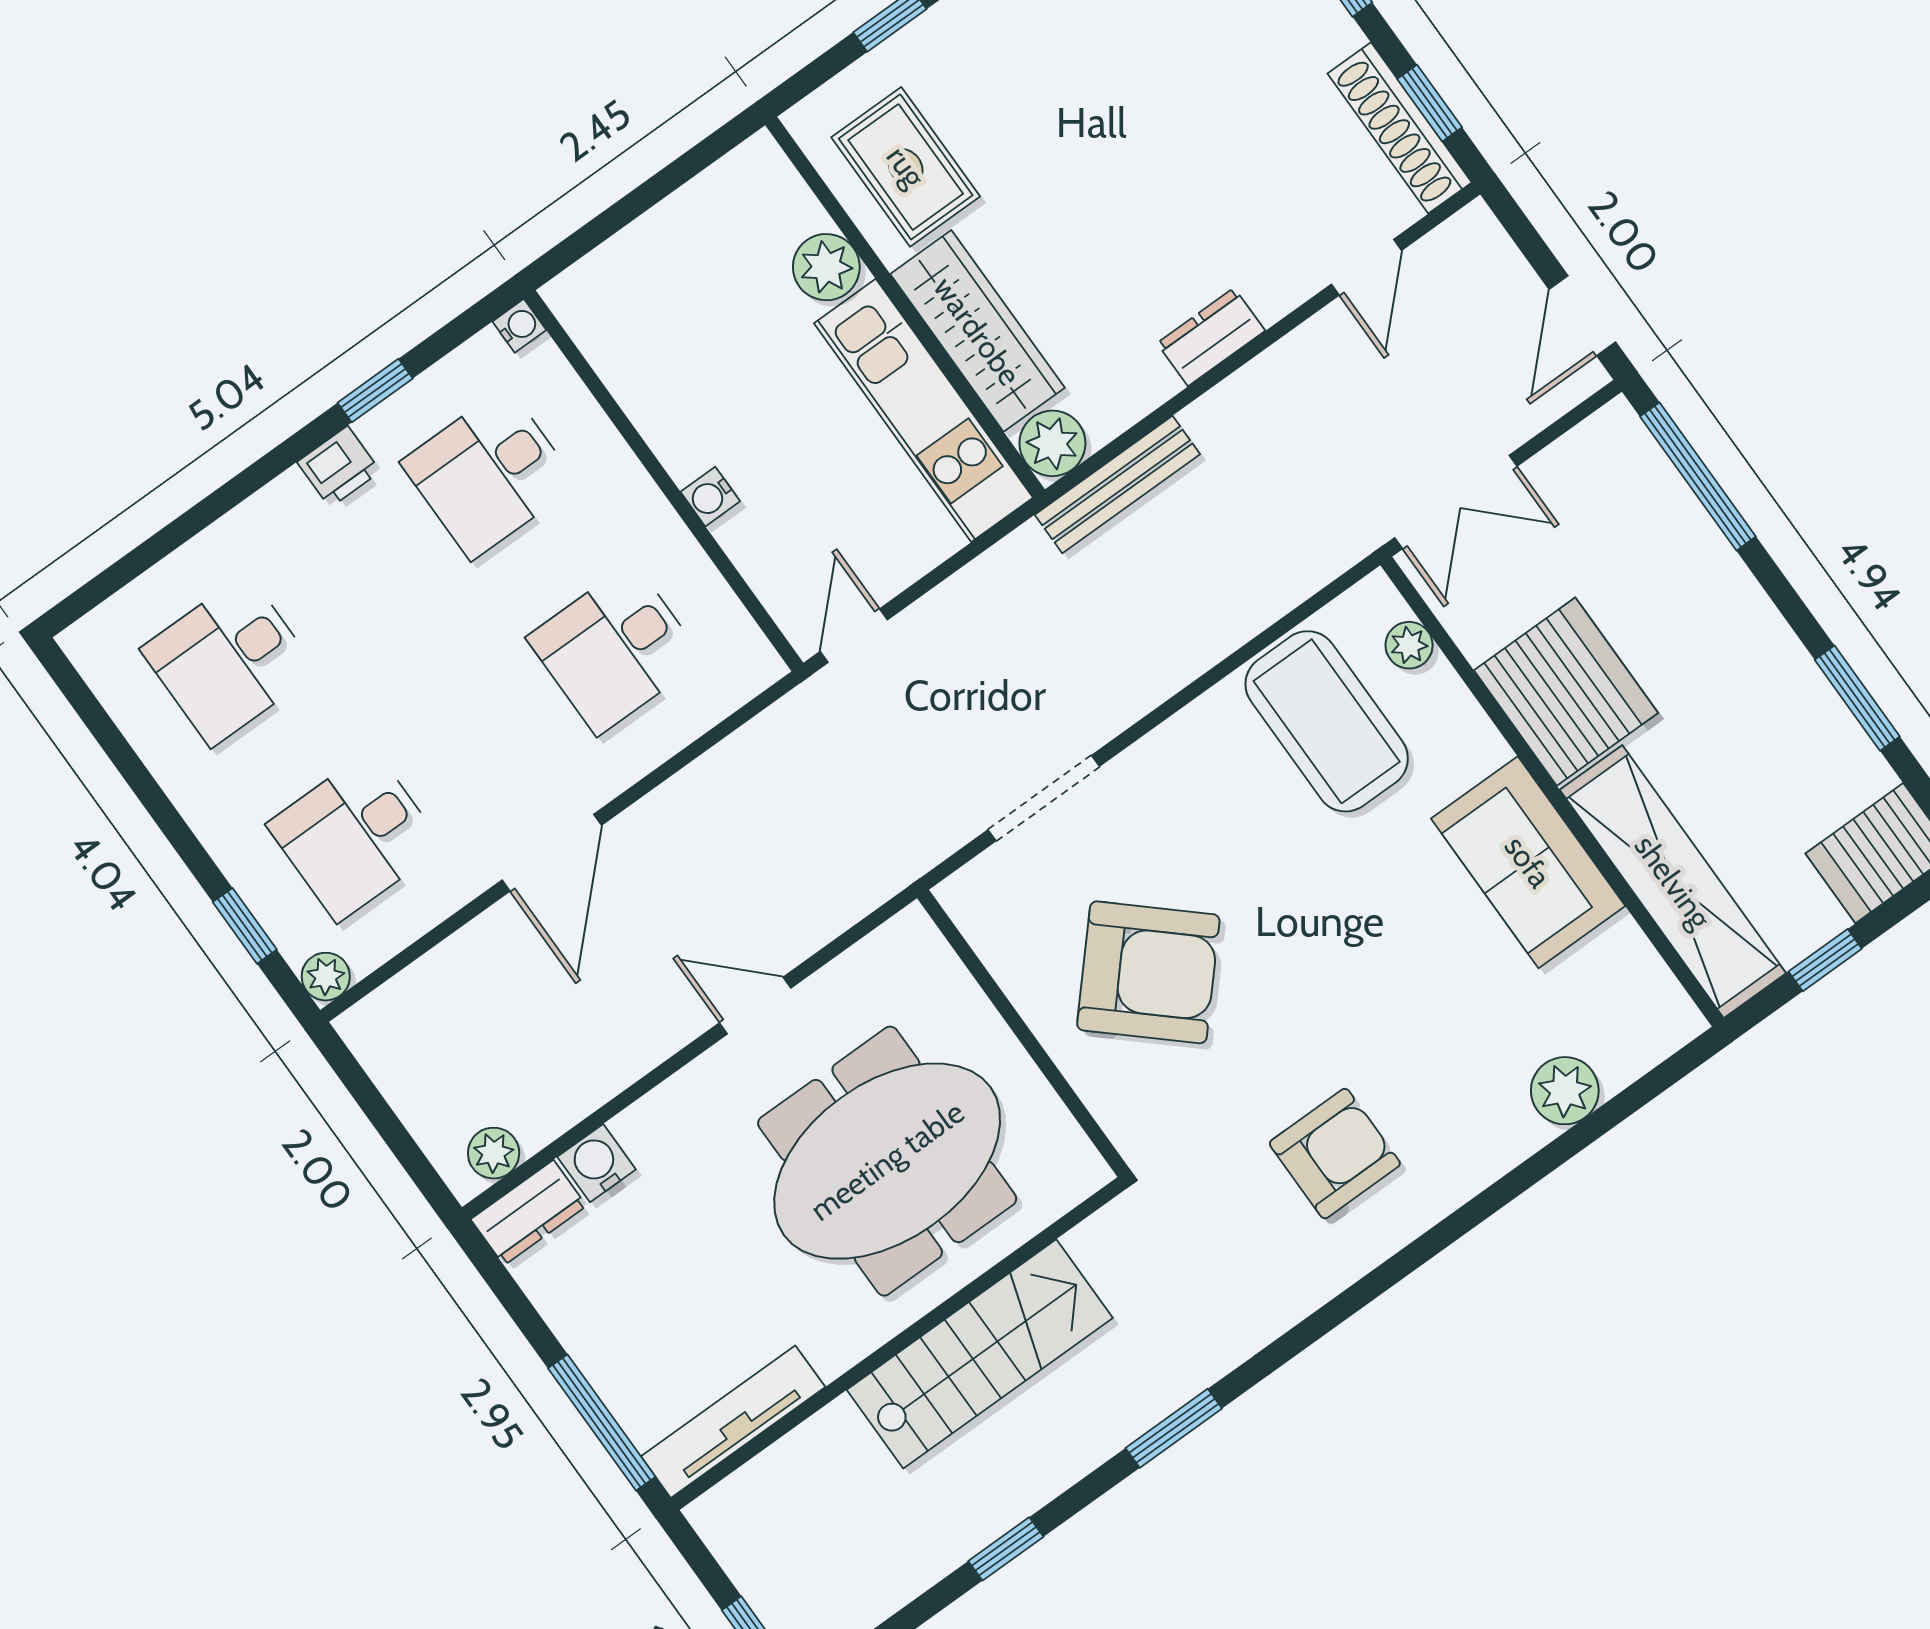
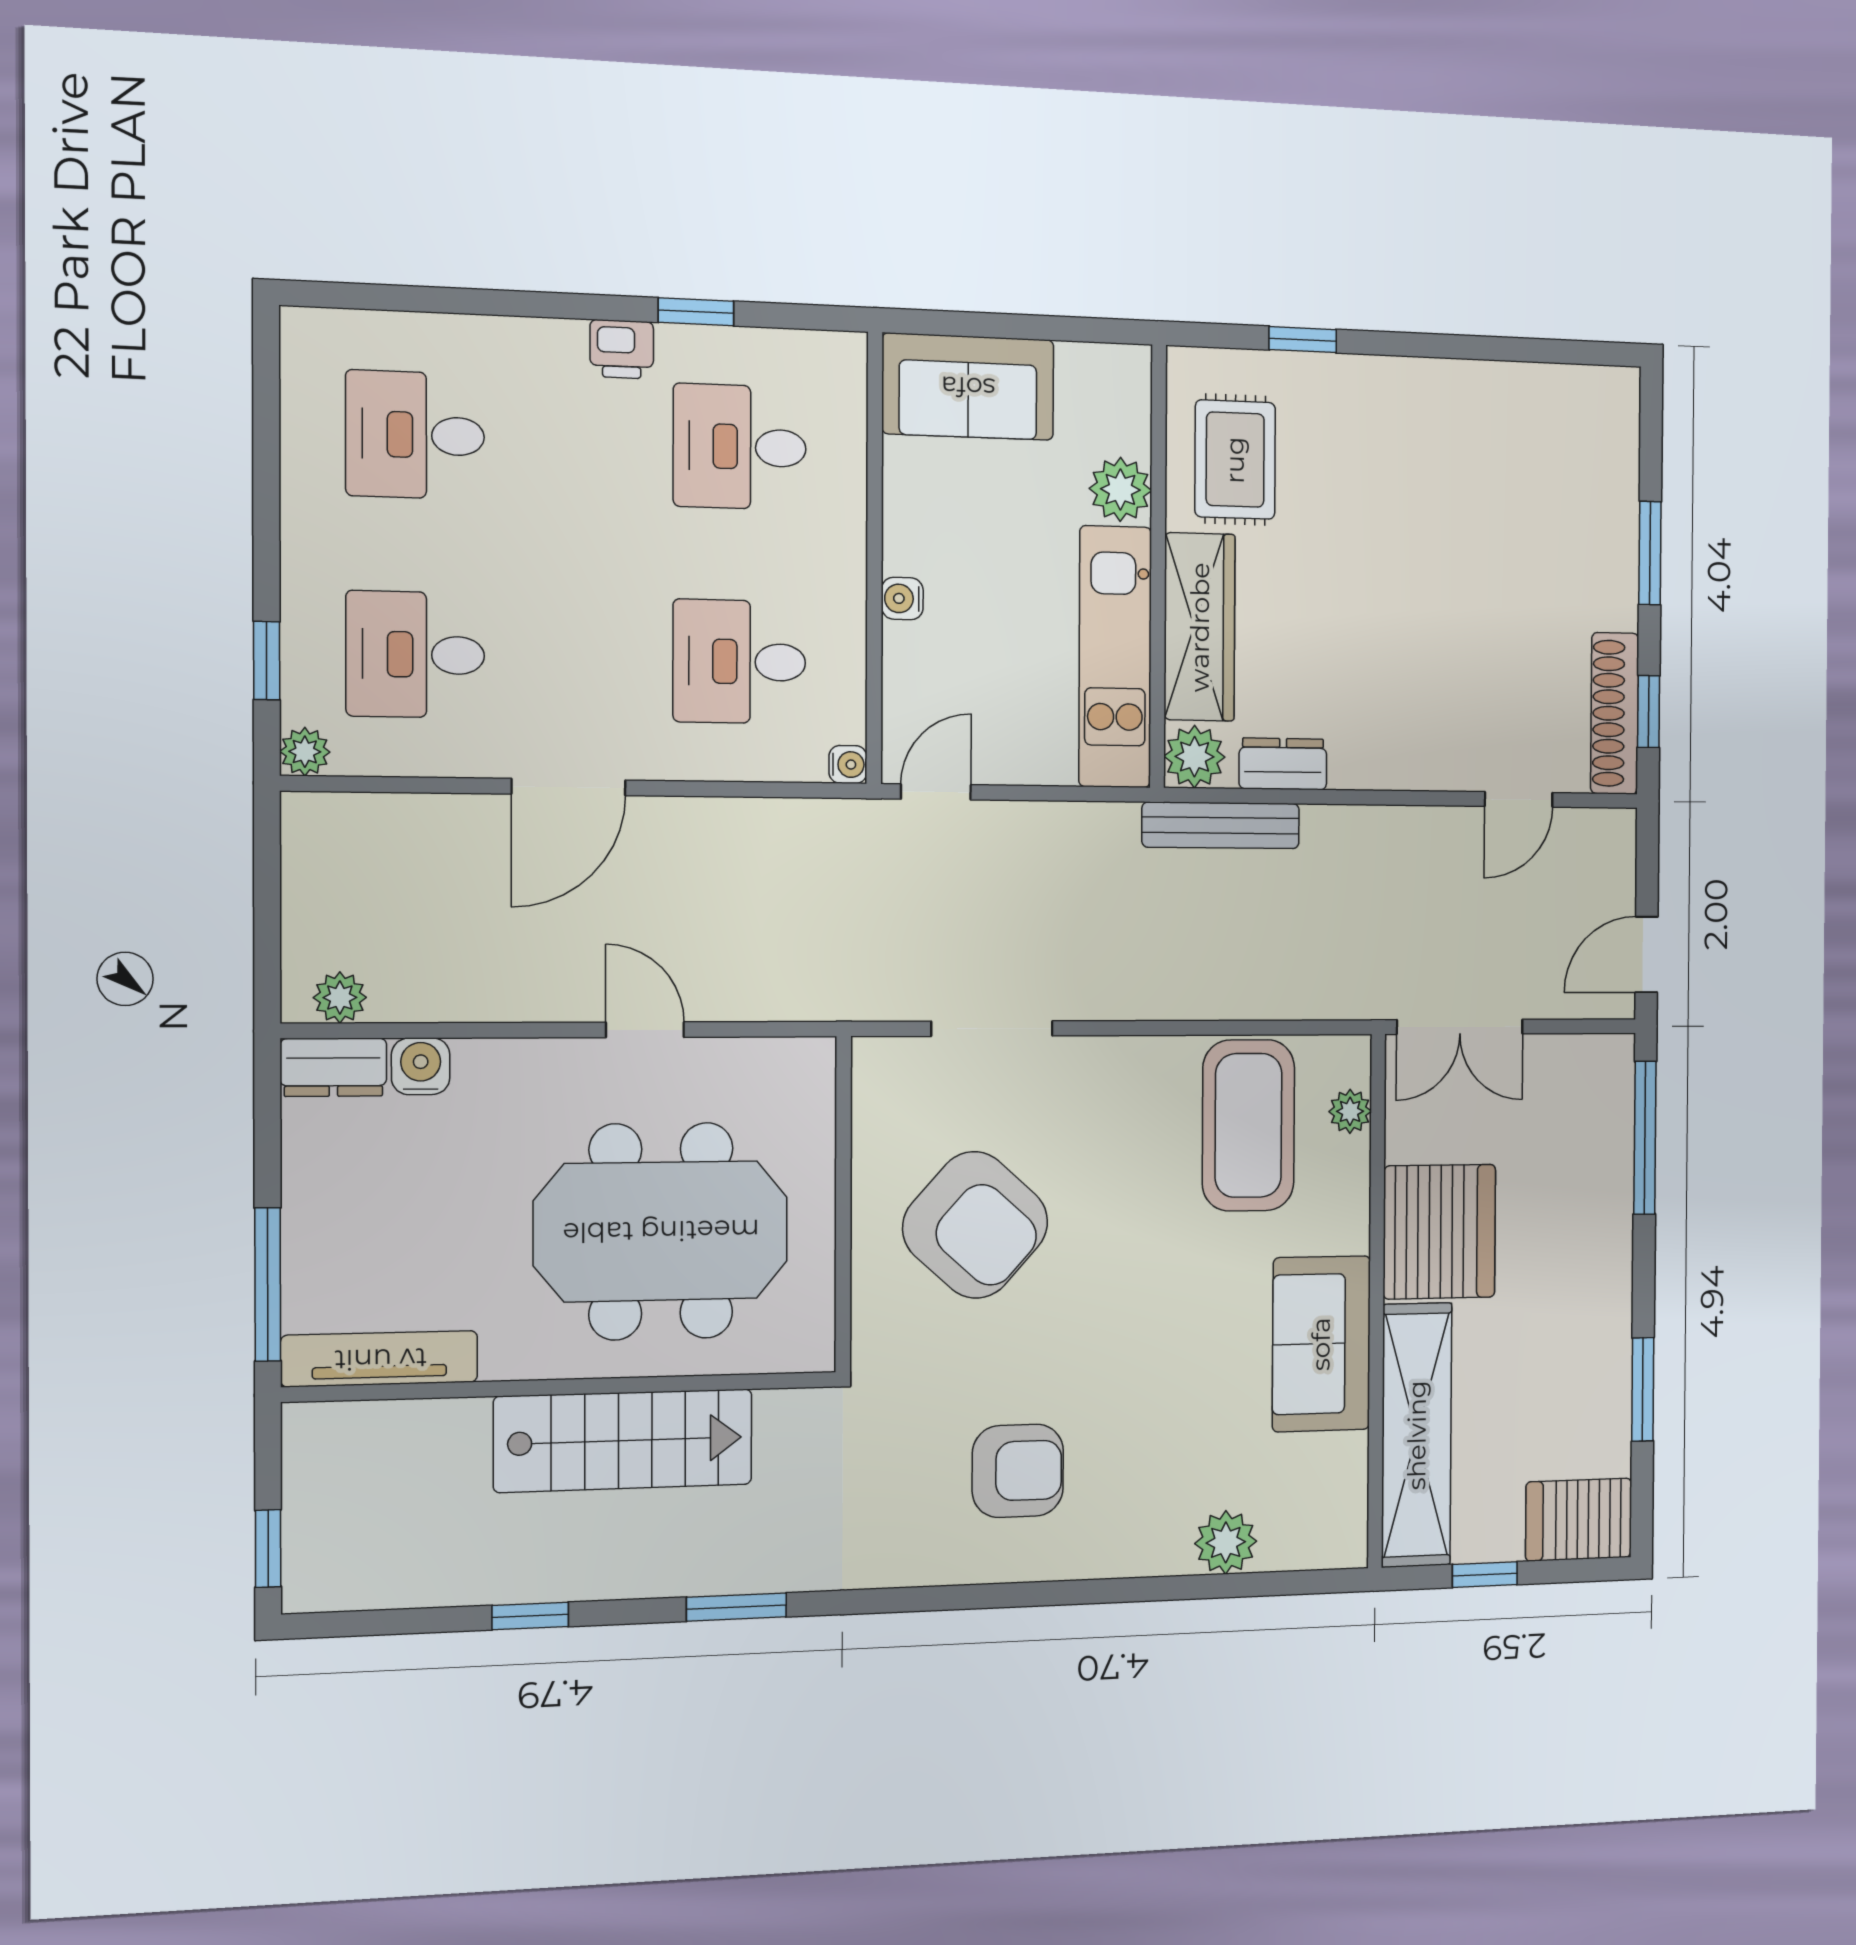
sofa: (638, 280) -> (968, 387), added
water cooler: (519, 326) -> (848, 764), moved
dresser: (1211, 337) -> (1283, 764), moved

